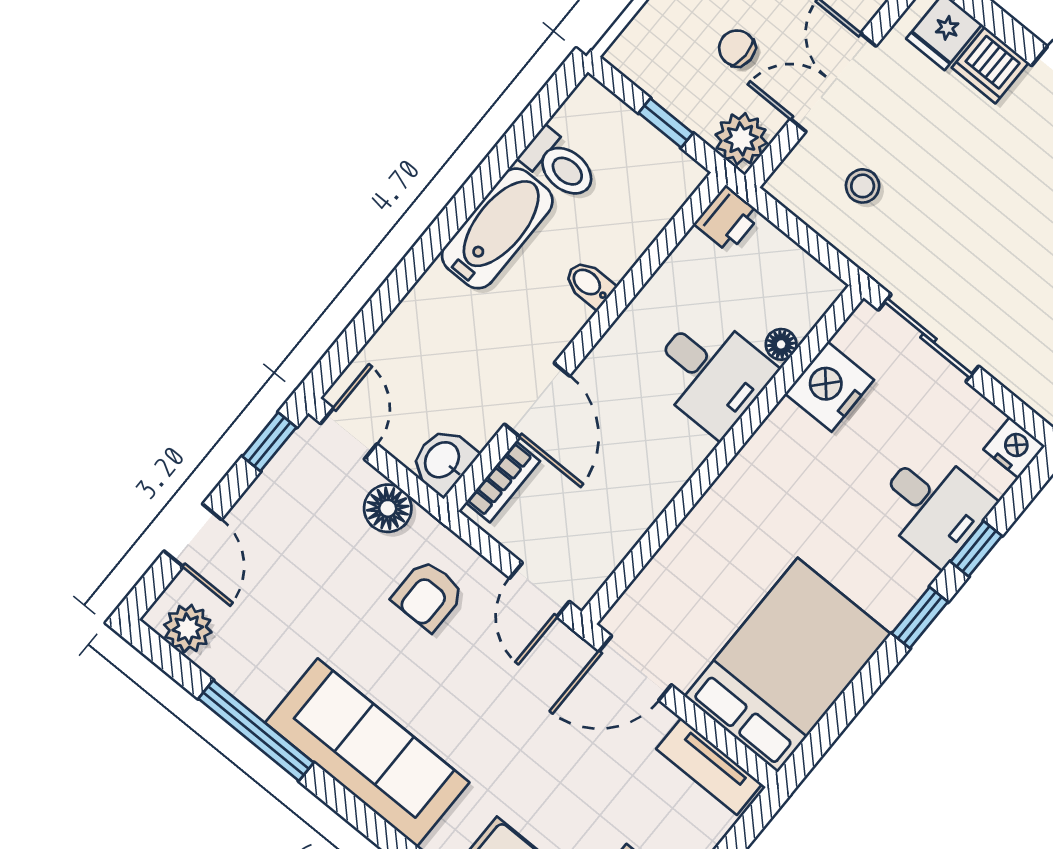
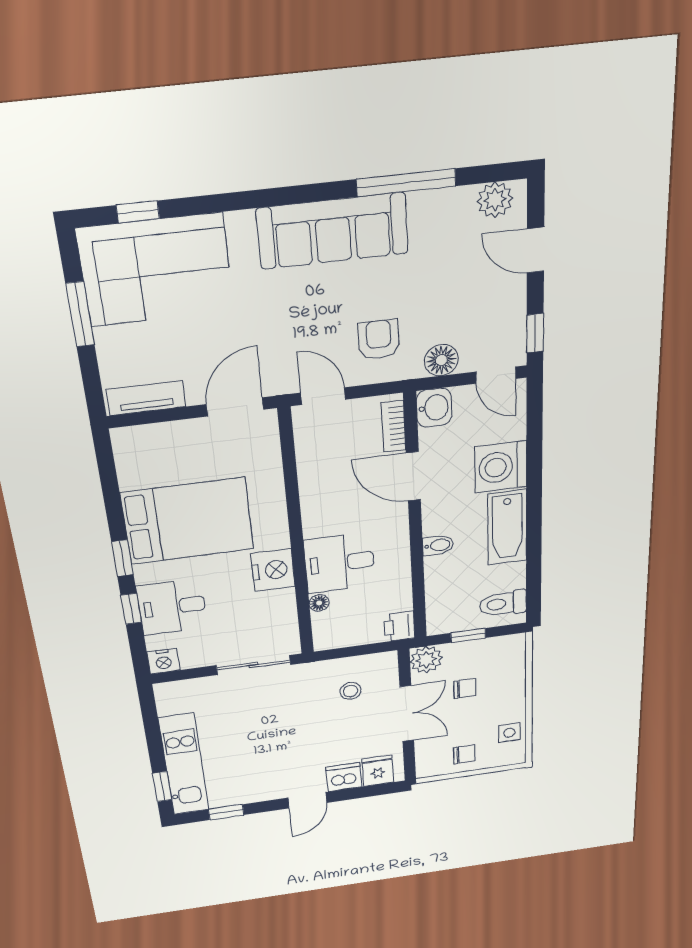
toilet: (559, 165) -> (503, 604), moved
washing machine: (438, 315) -> (501, 467), added
nightstand: (829, 387) -> (273, 570), moved
bed: (788, 665) -> (188, 521), moved, turned -90

